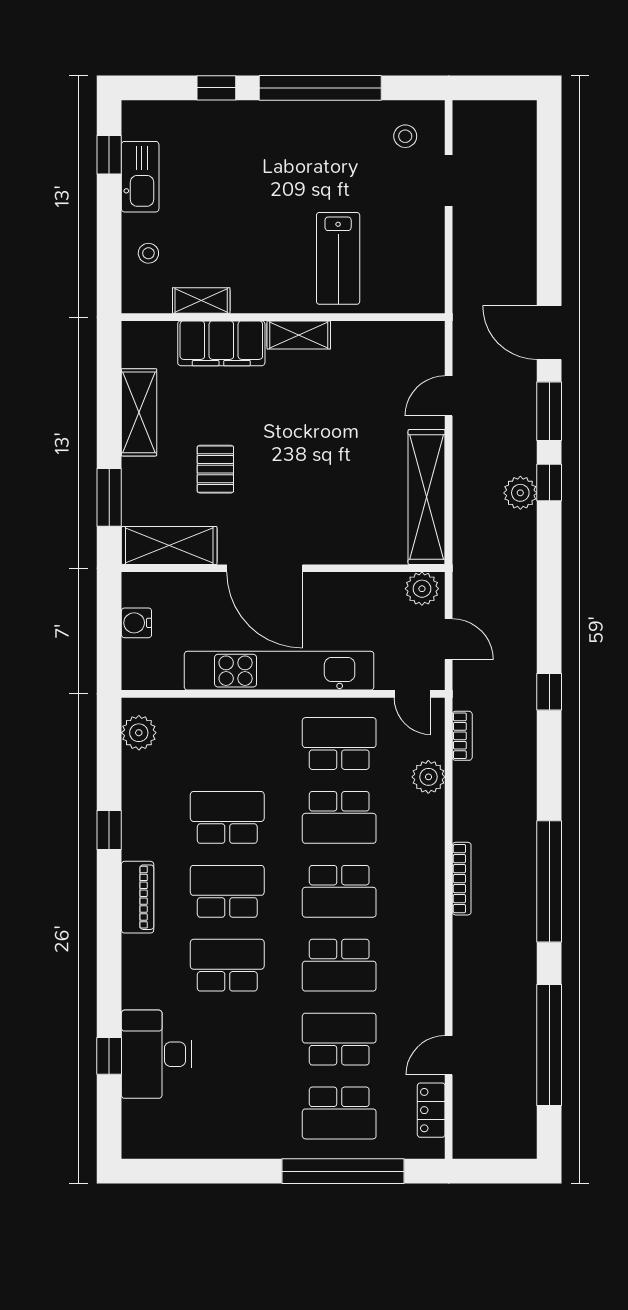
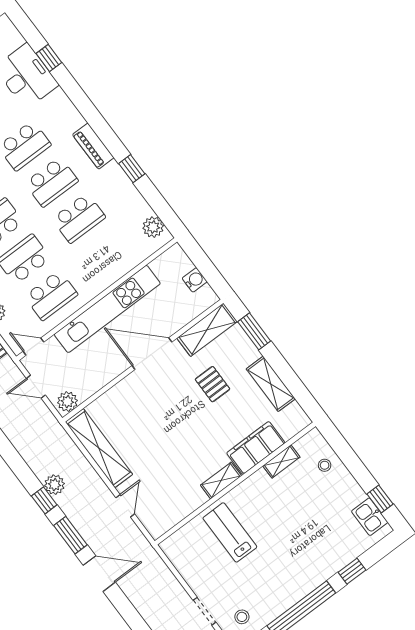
kitchen sink: (140, 177) -> (370, 517), moved, width x0.73

